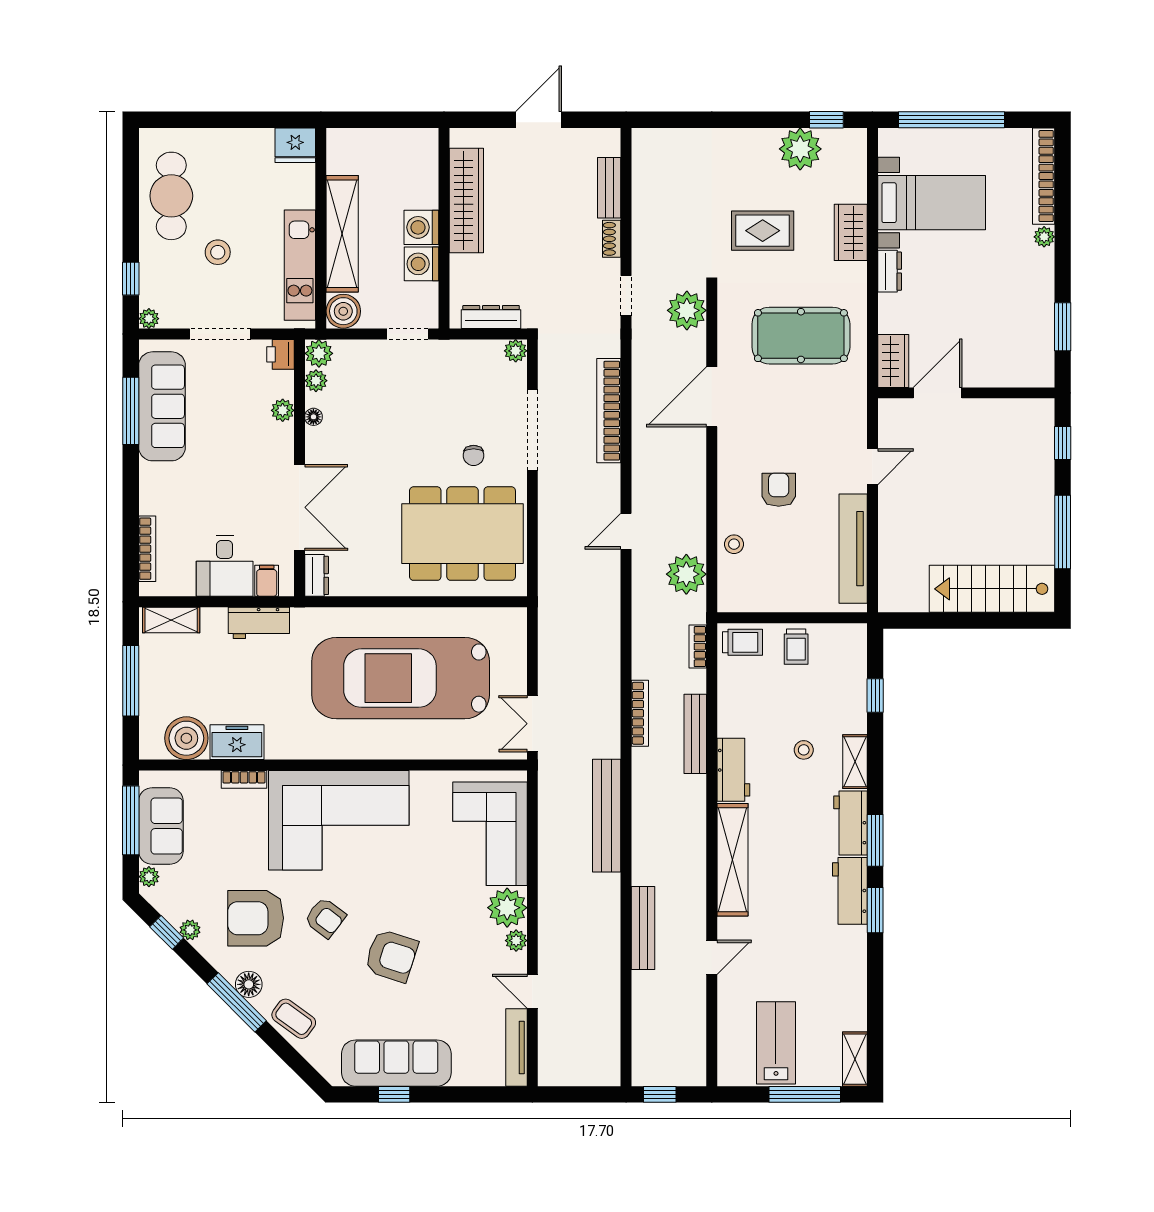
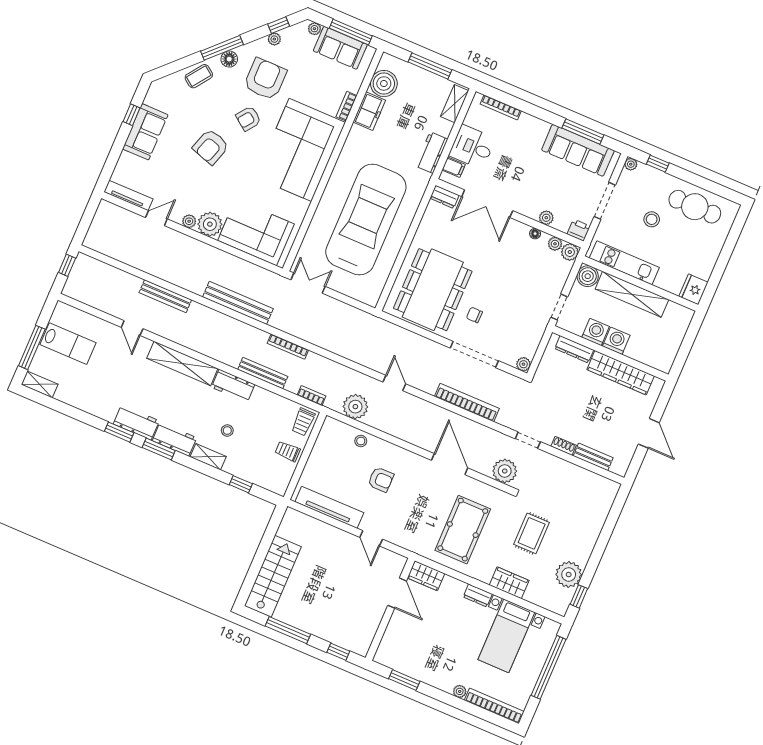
dresser: (491, 317) -> (574, 349), moved, turned 90
sofa: (396, 1063) -> (145, 132), width x0.73

